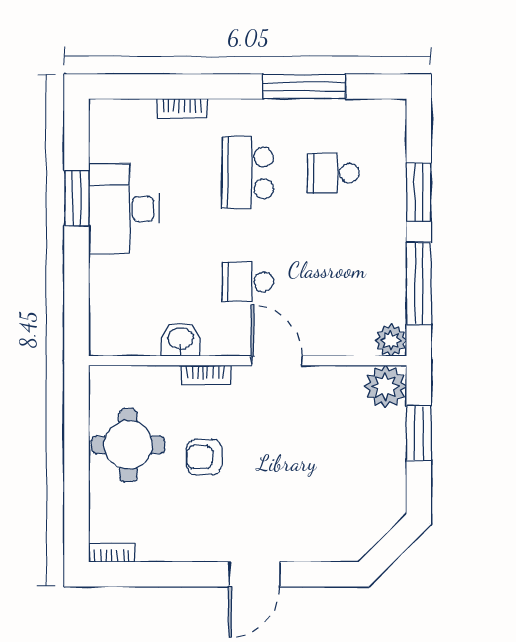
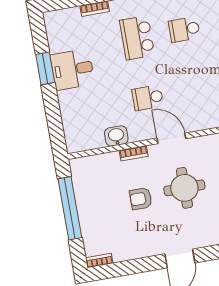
desk: (124, 209) -> (72, 69), width x0.73
round table: (128, 445) -> (184, 188), moved
window: (77, 452) -> (70, 208), added

